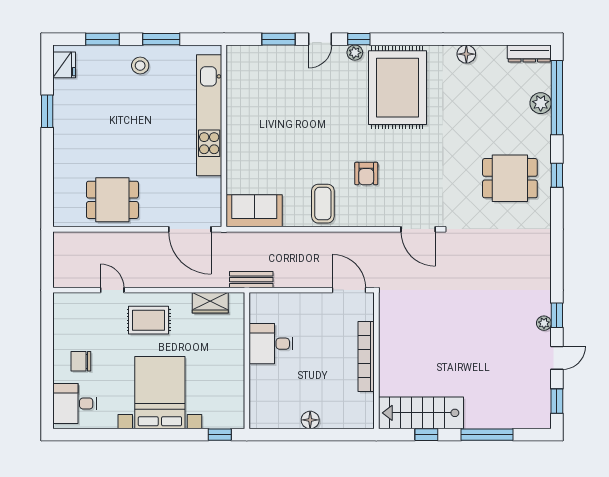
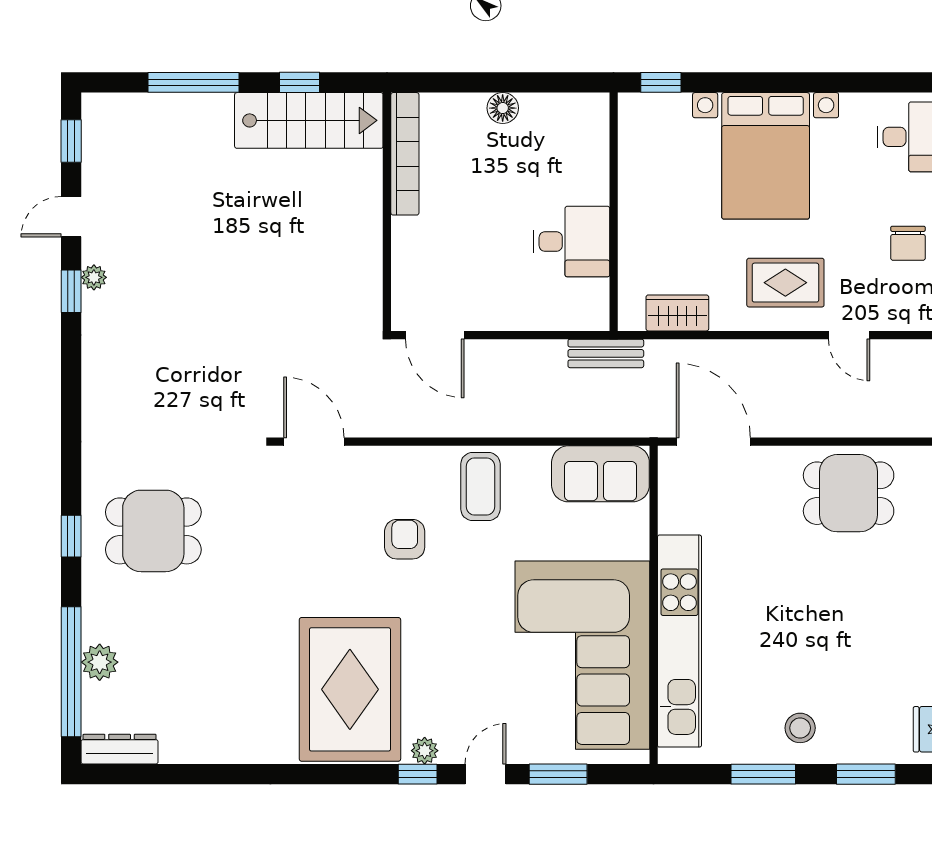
floor lamp: (466, 54) -> (230, 748), removed
corner sofa: (265, 107) -> (582, 655), added
bookcase: (366, 356) -> (405, 154), moved
chair: (81, 361) -> (908, 243), moved, turned 90

